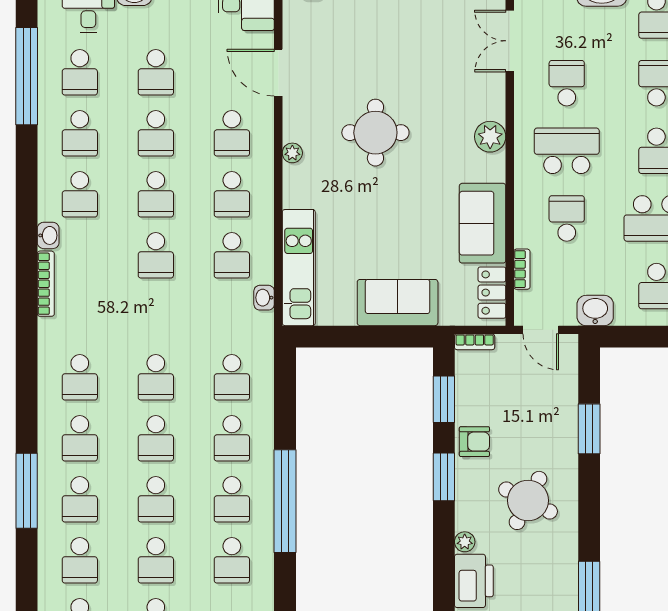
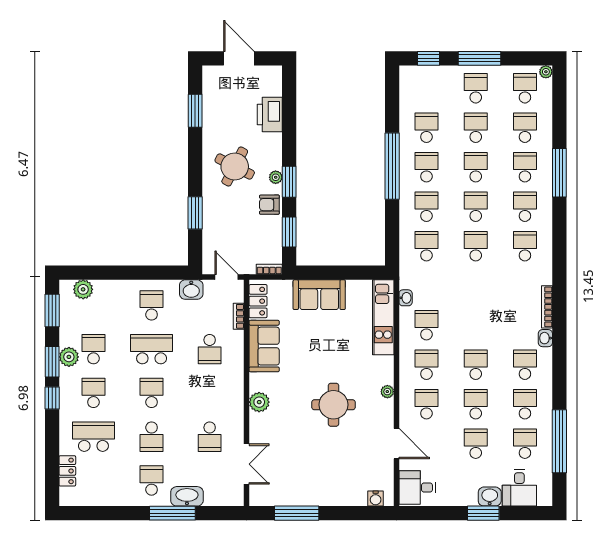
school desk: (567, 151) -> (210, 393), removed
school desk: (156, 255) -> (476, 325), removed
plant: (465, 542) -> (276, 177), moved

